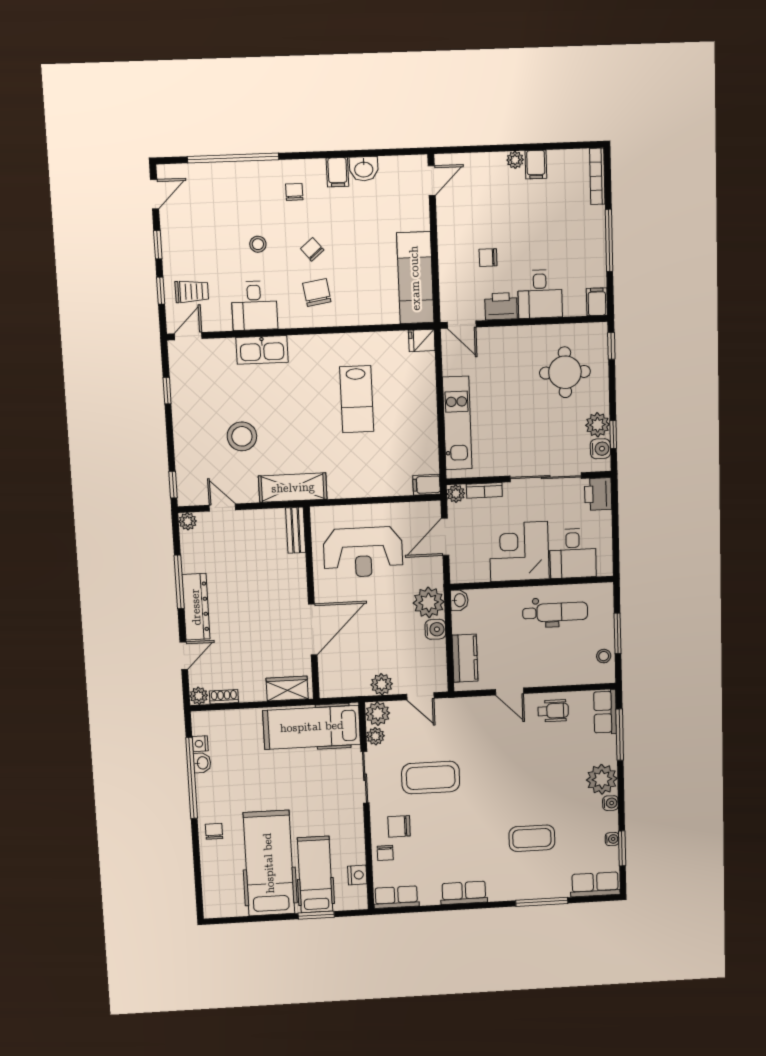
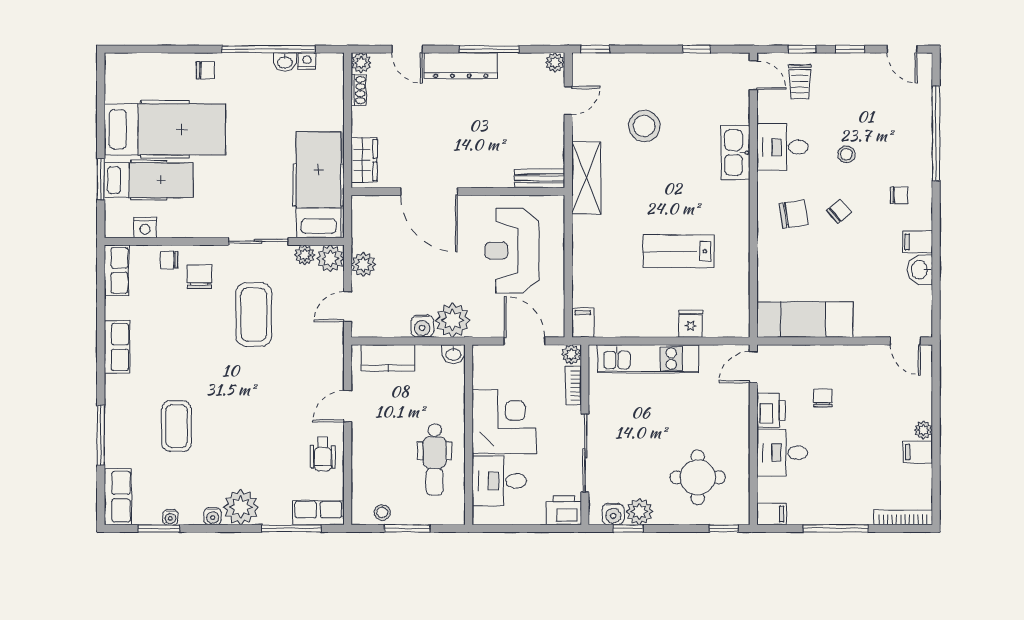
fridge: (422, 340) -> (691, 324), moved

